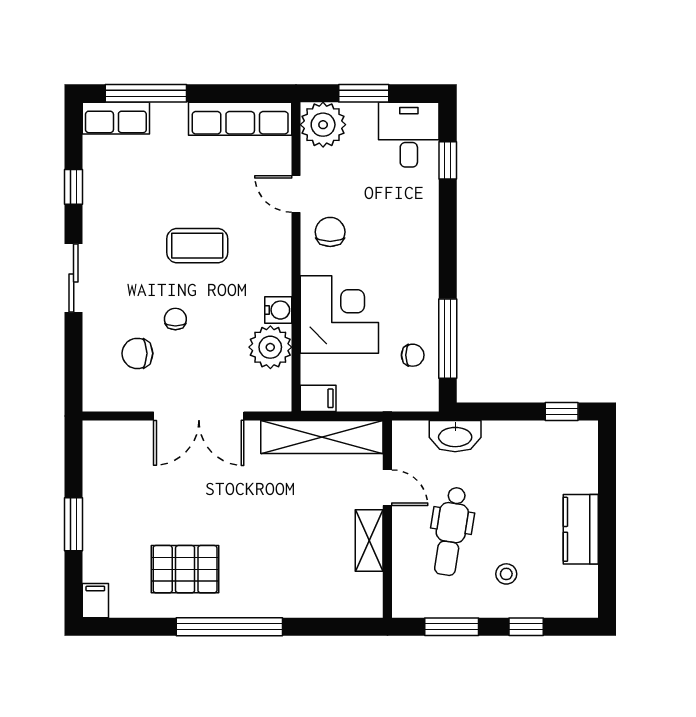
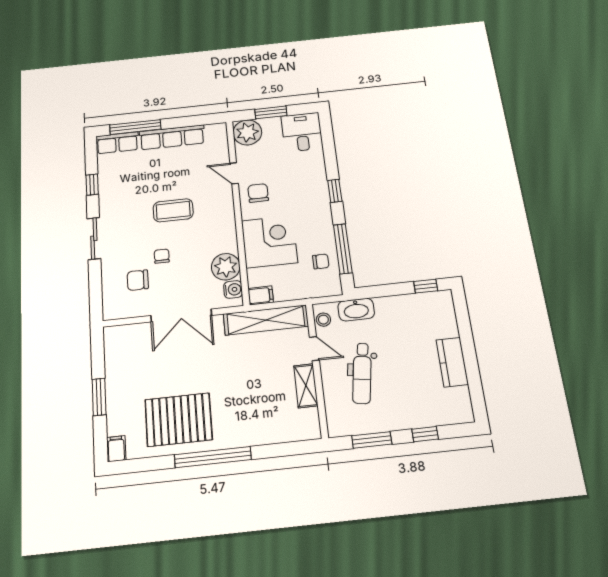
row of seats: (240, 119) -> (172, 137), moved
window: (448, 160) -> (335, 191), moved
water cooler: (278, 310) -> (233, 289), moved
pallet: (185, 569) -> (178, 420), width x1.37, depth x1.41
stool: (506, 574) -> (323, 320), moved

